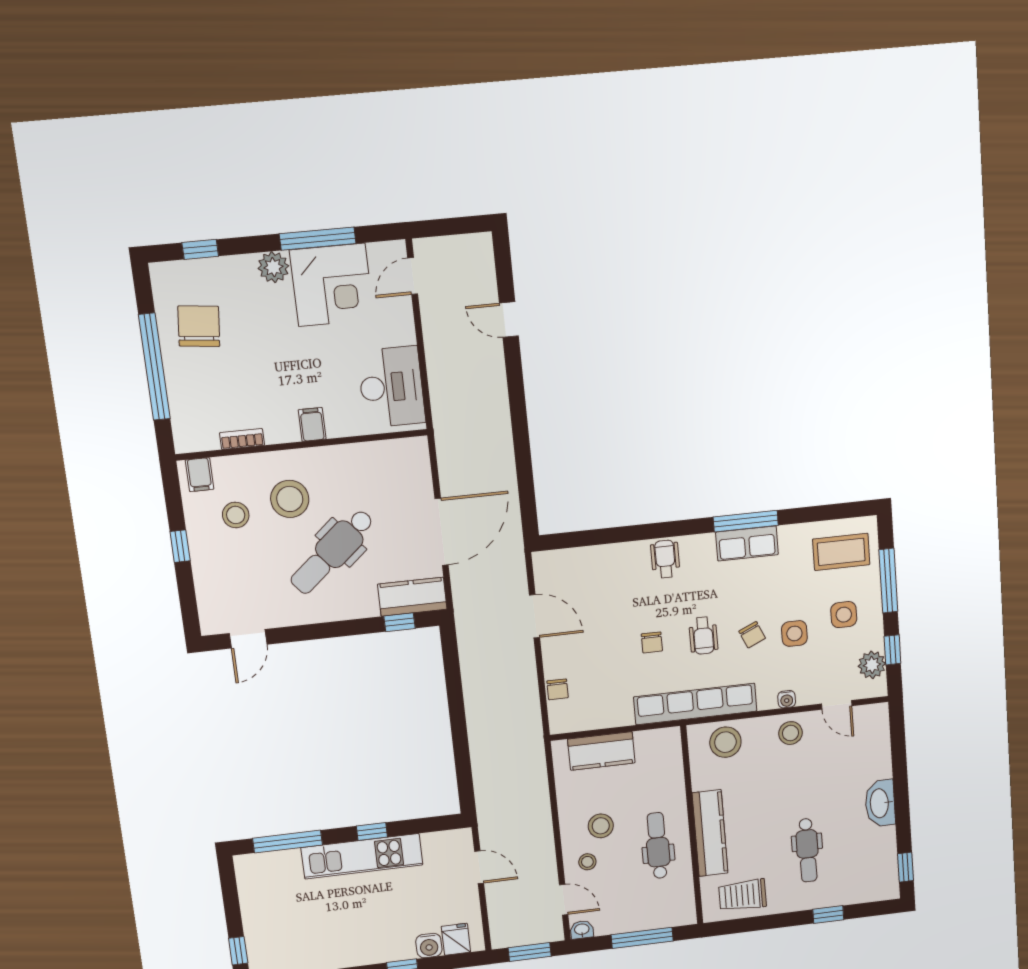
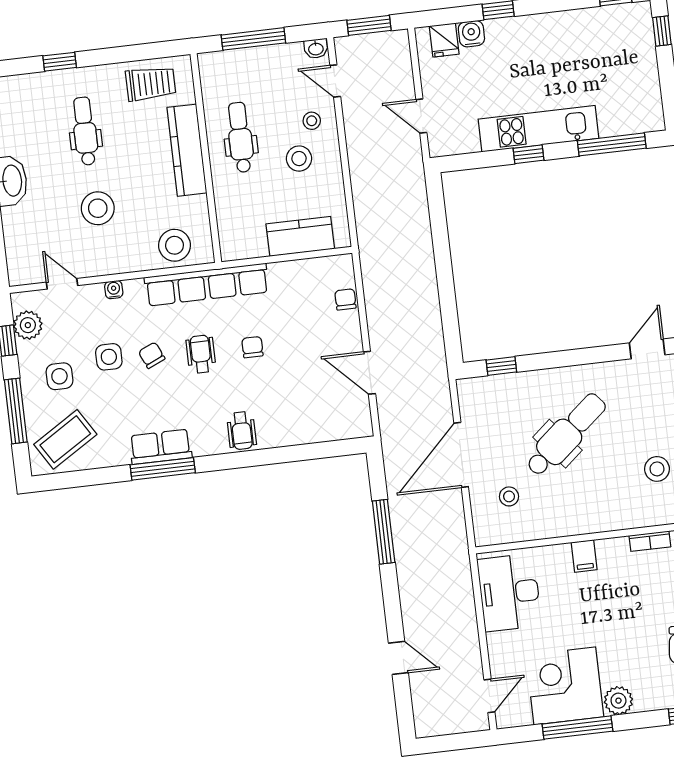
window: (523, 453) -> (384, 532), added
stool: (290, 499) -> (509, 496), moved, width x0.53, depth x0.53
coffee table: (841, 552) -> (65, 439), turned -32
kitchen counter: (412, 597) -> (489, 391), removed
stool: (790, 733) -> (98, 208), moved, width x1.38, depth x1.38
dental chair: (658, 846) -> (240, 137), turned 180

